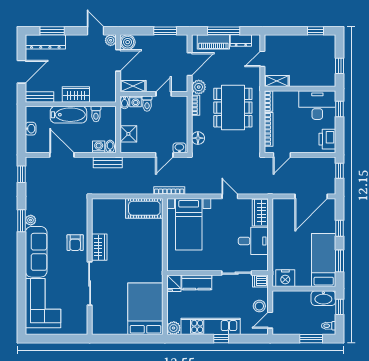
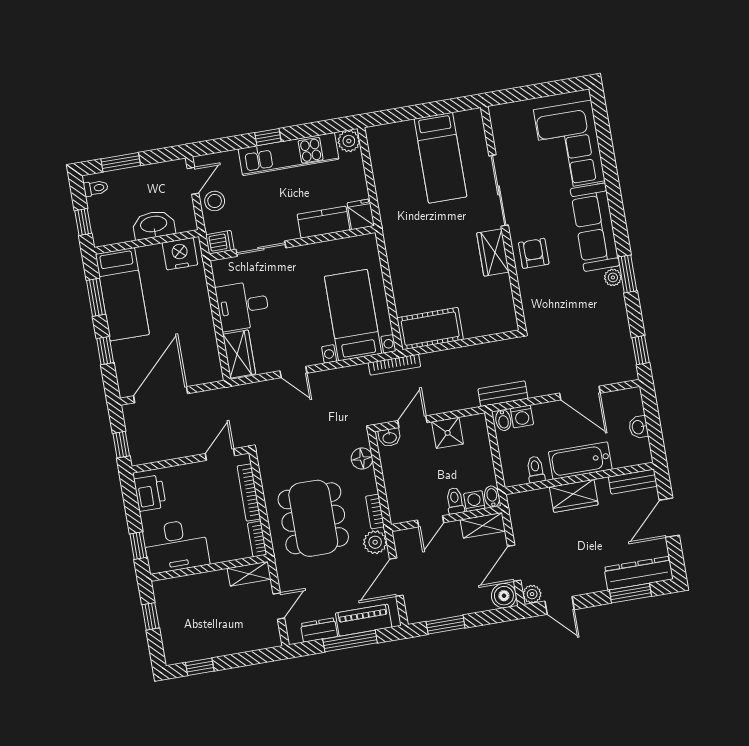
shower: (128, 134) -> (448, 433), moved
washbasin: (323, 298) -> (154, 225), moved
bed: (145, 309) -> (440, 158), moved, width x0.67

